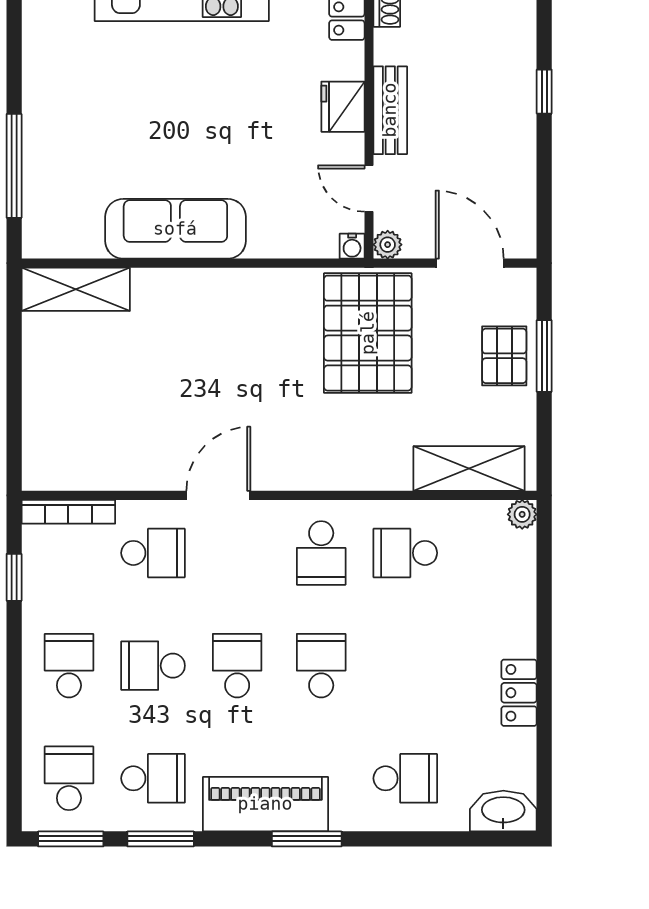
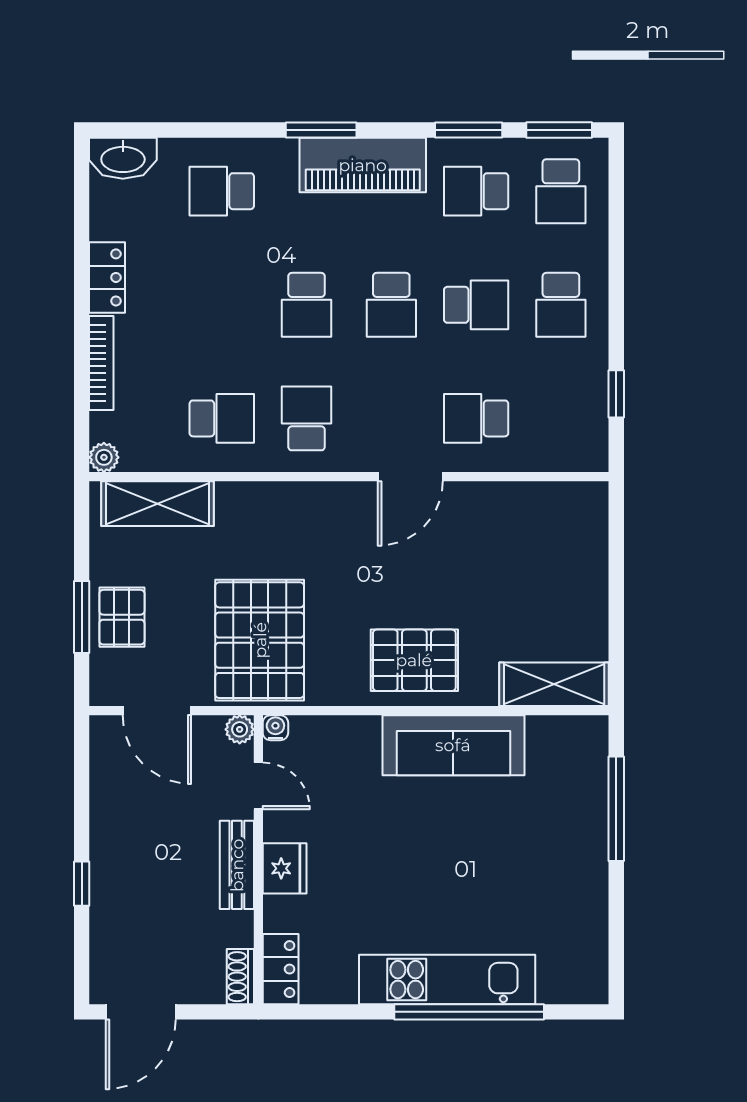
pallet: (214, 313) -> (414, 660), added
bookcase: (68, 512) -> (101, 363), moved, turned 90

